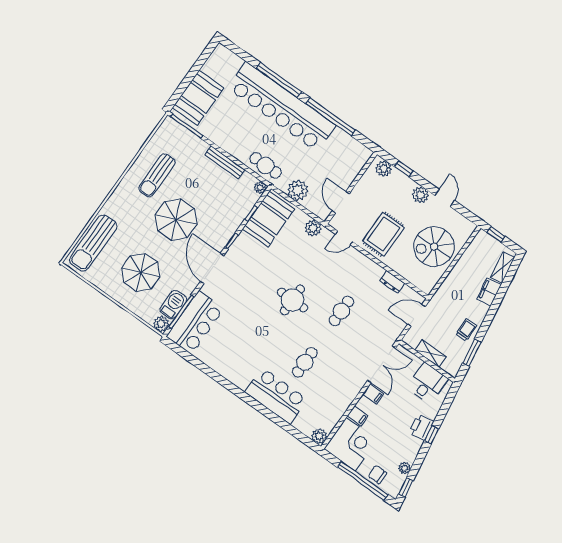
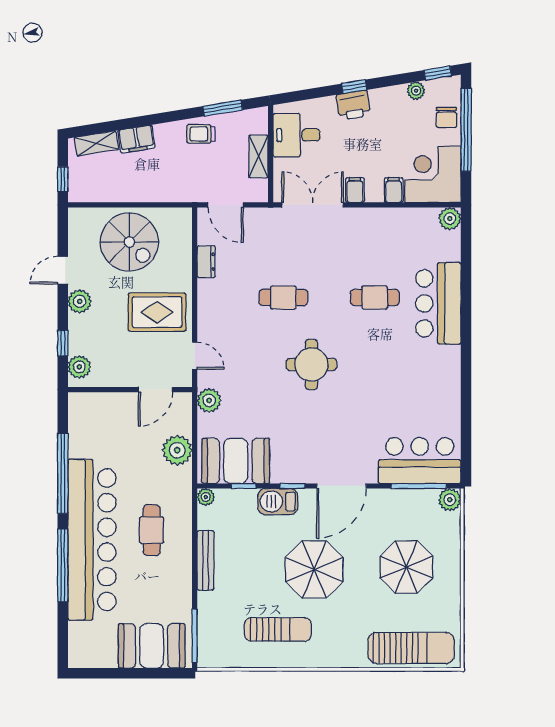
cafe table: (266, 165) -> (152, 530), moved
barbecue: (173, 305) -> (278, 502), moved

